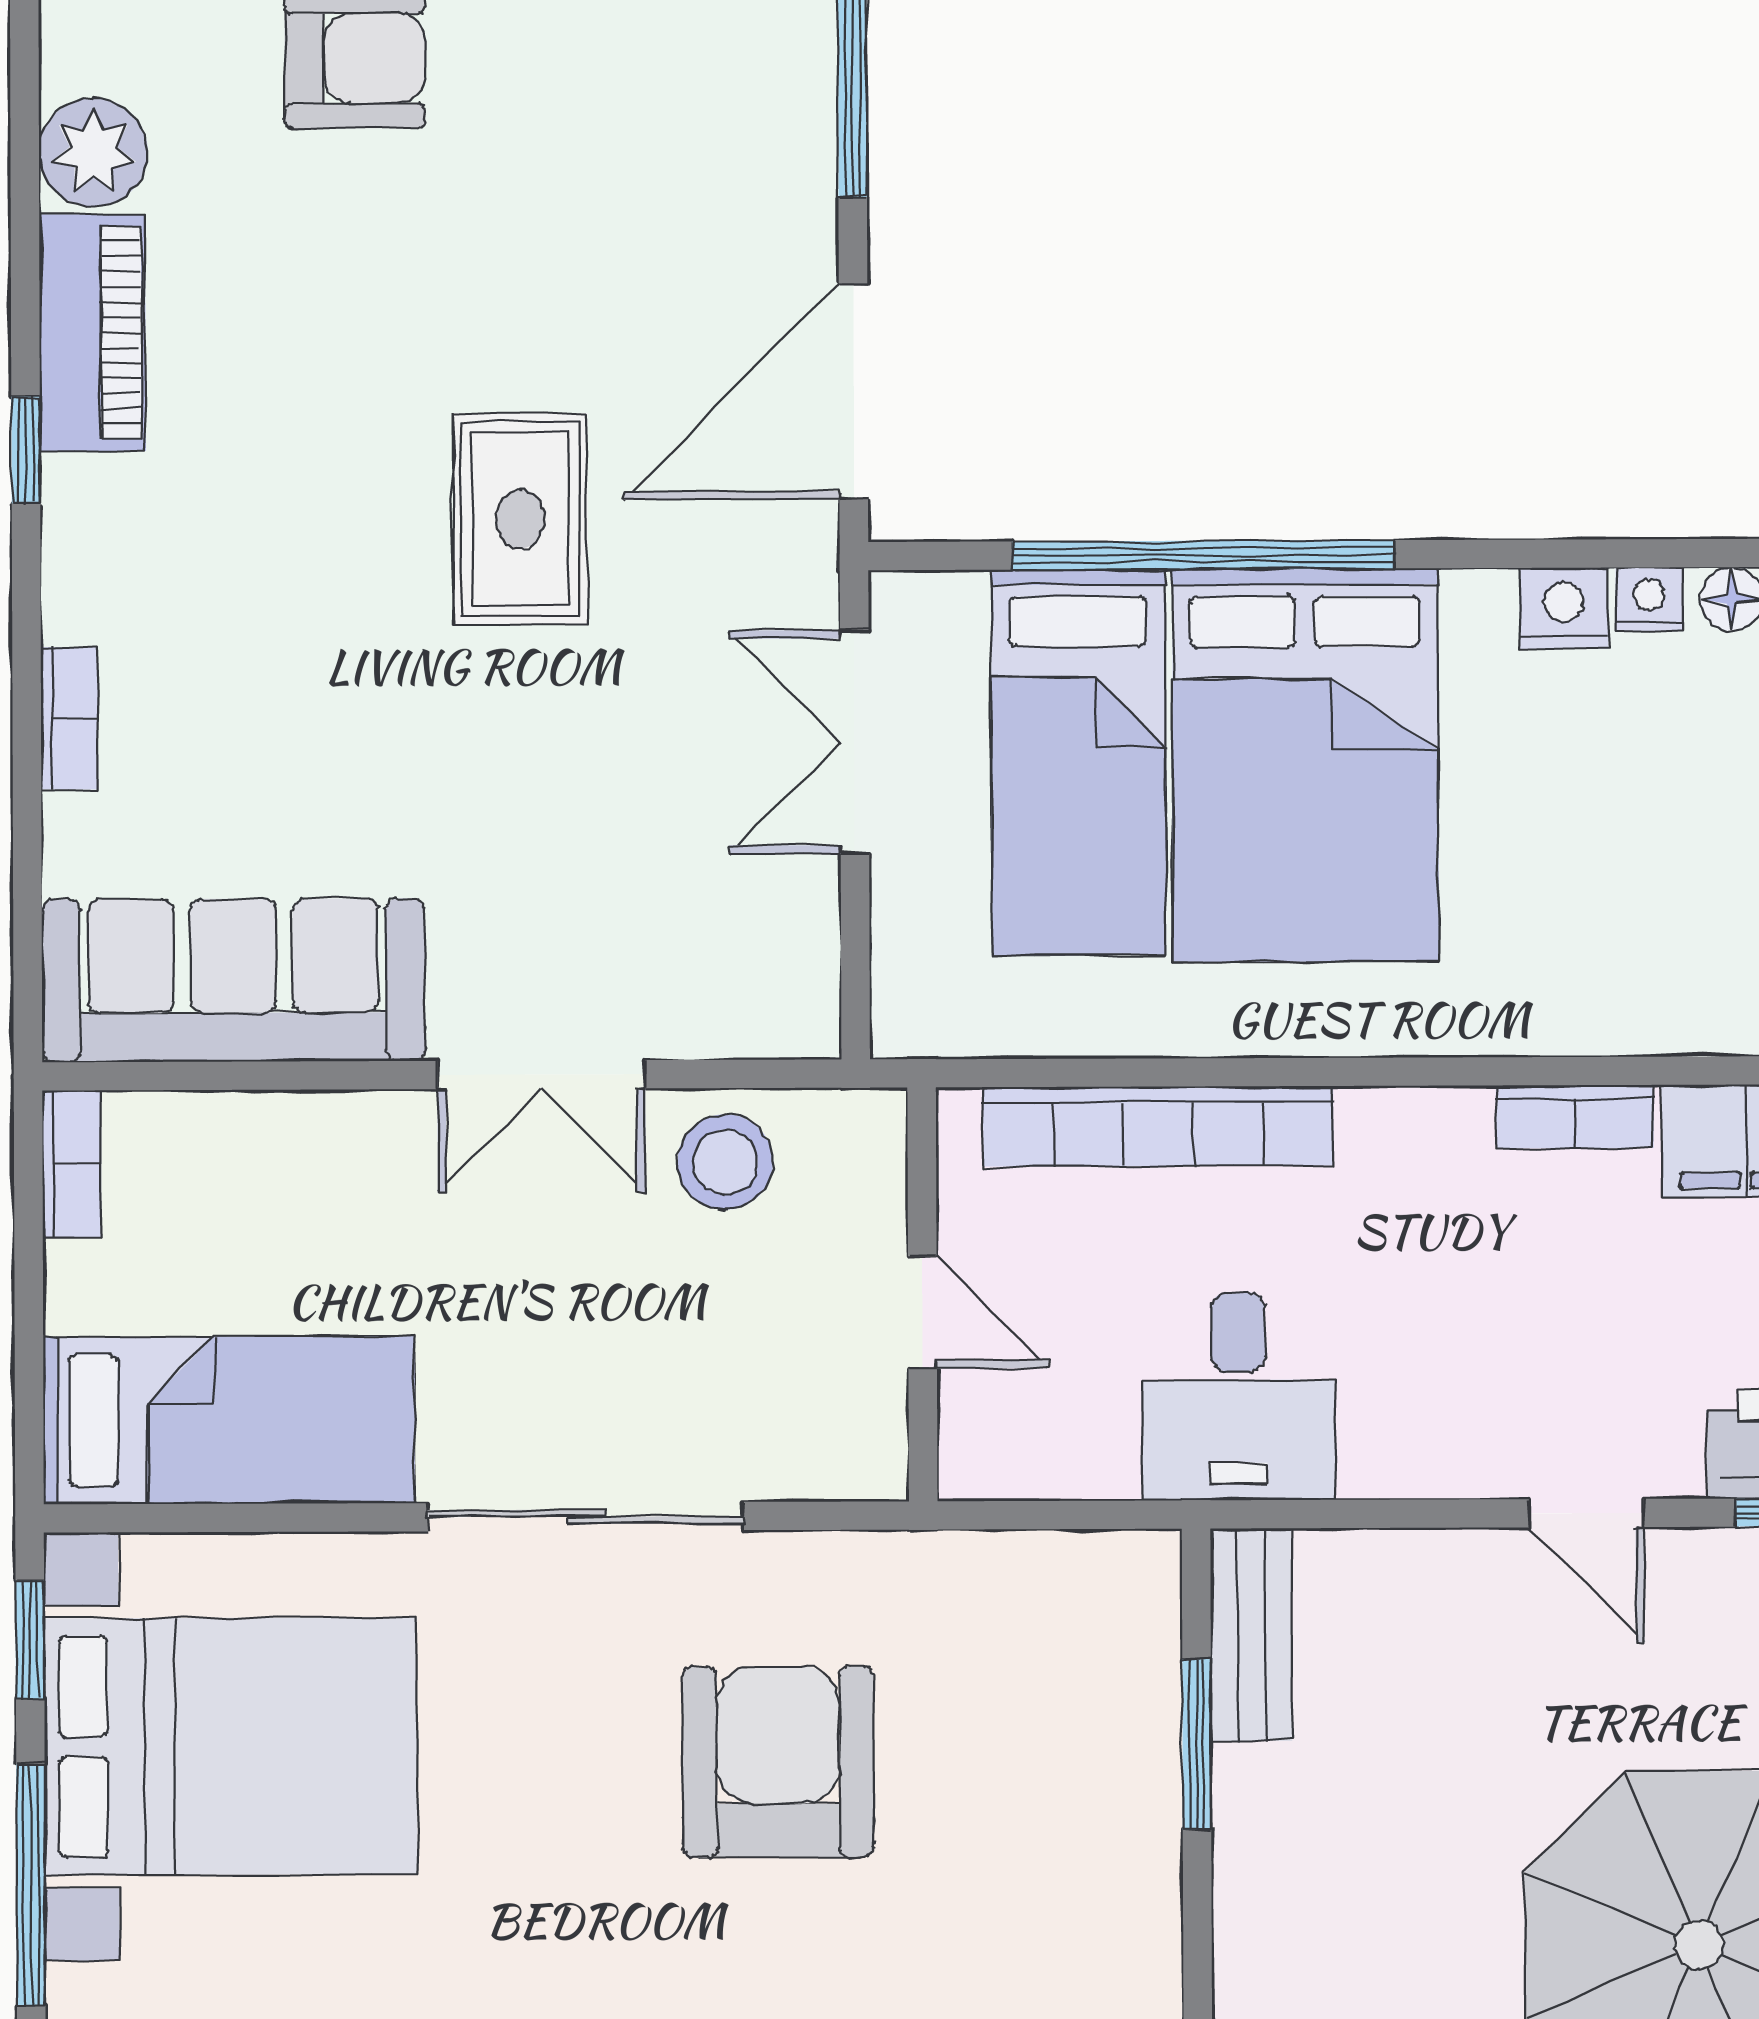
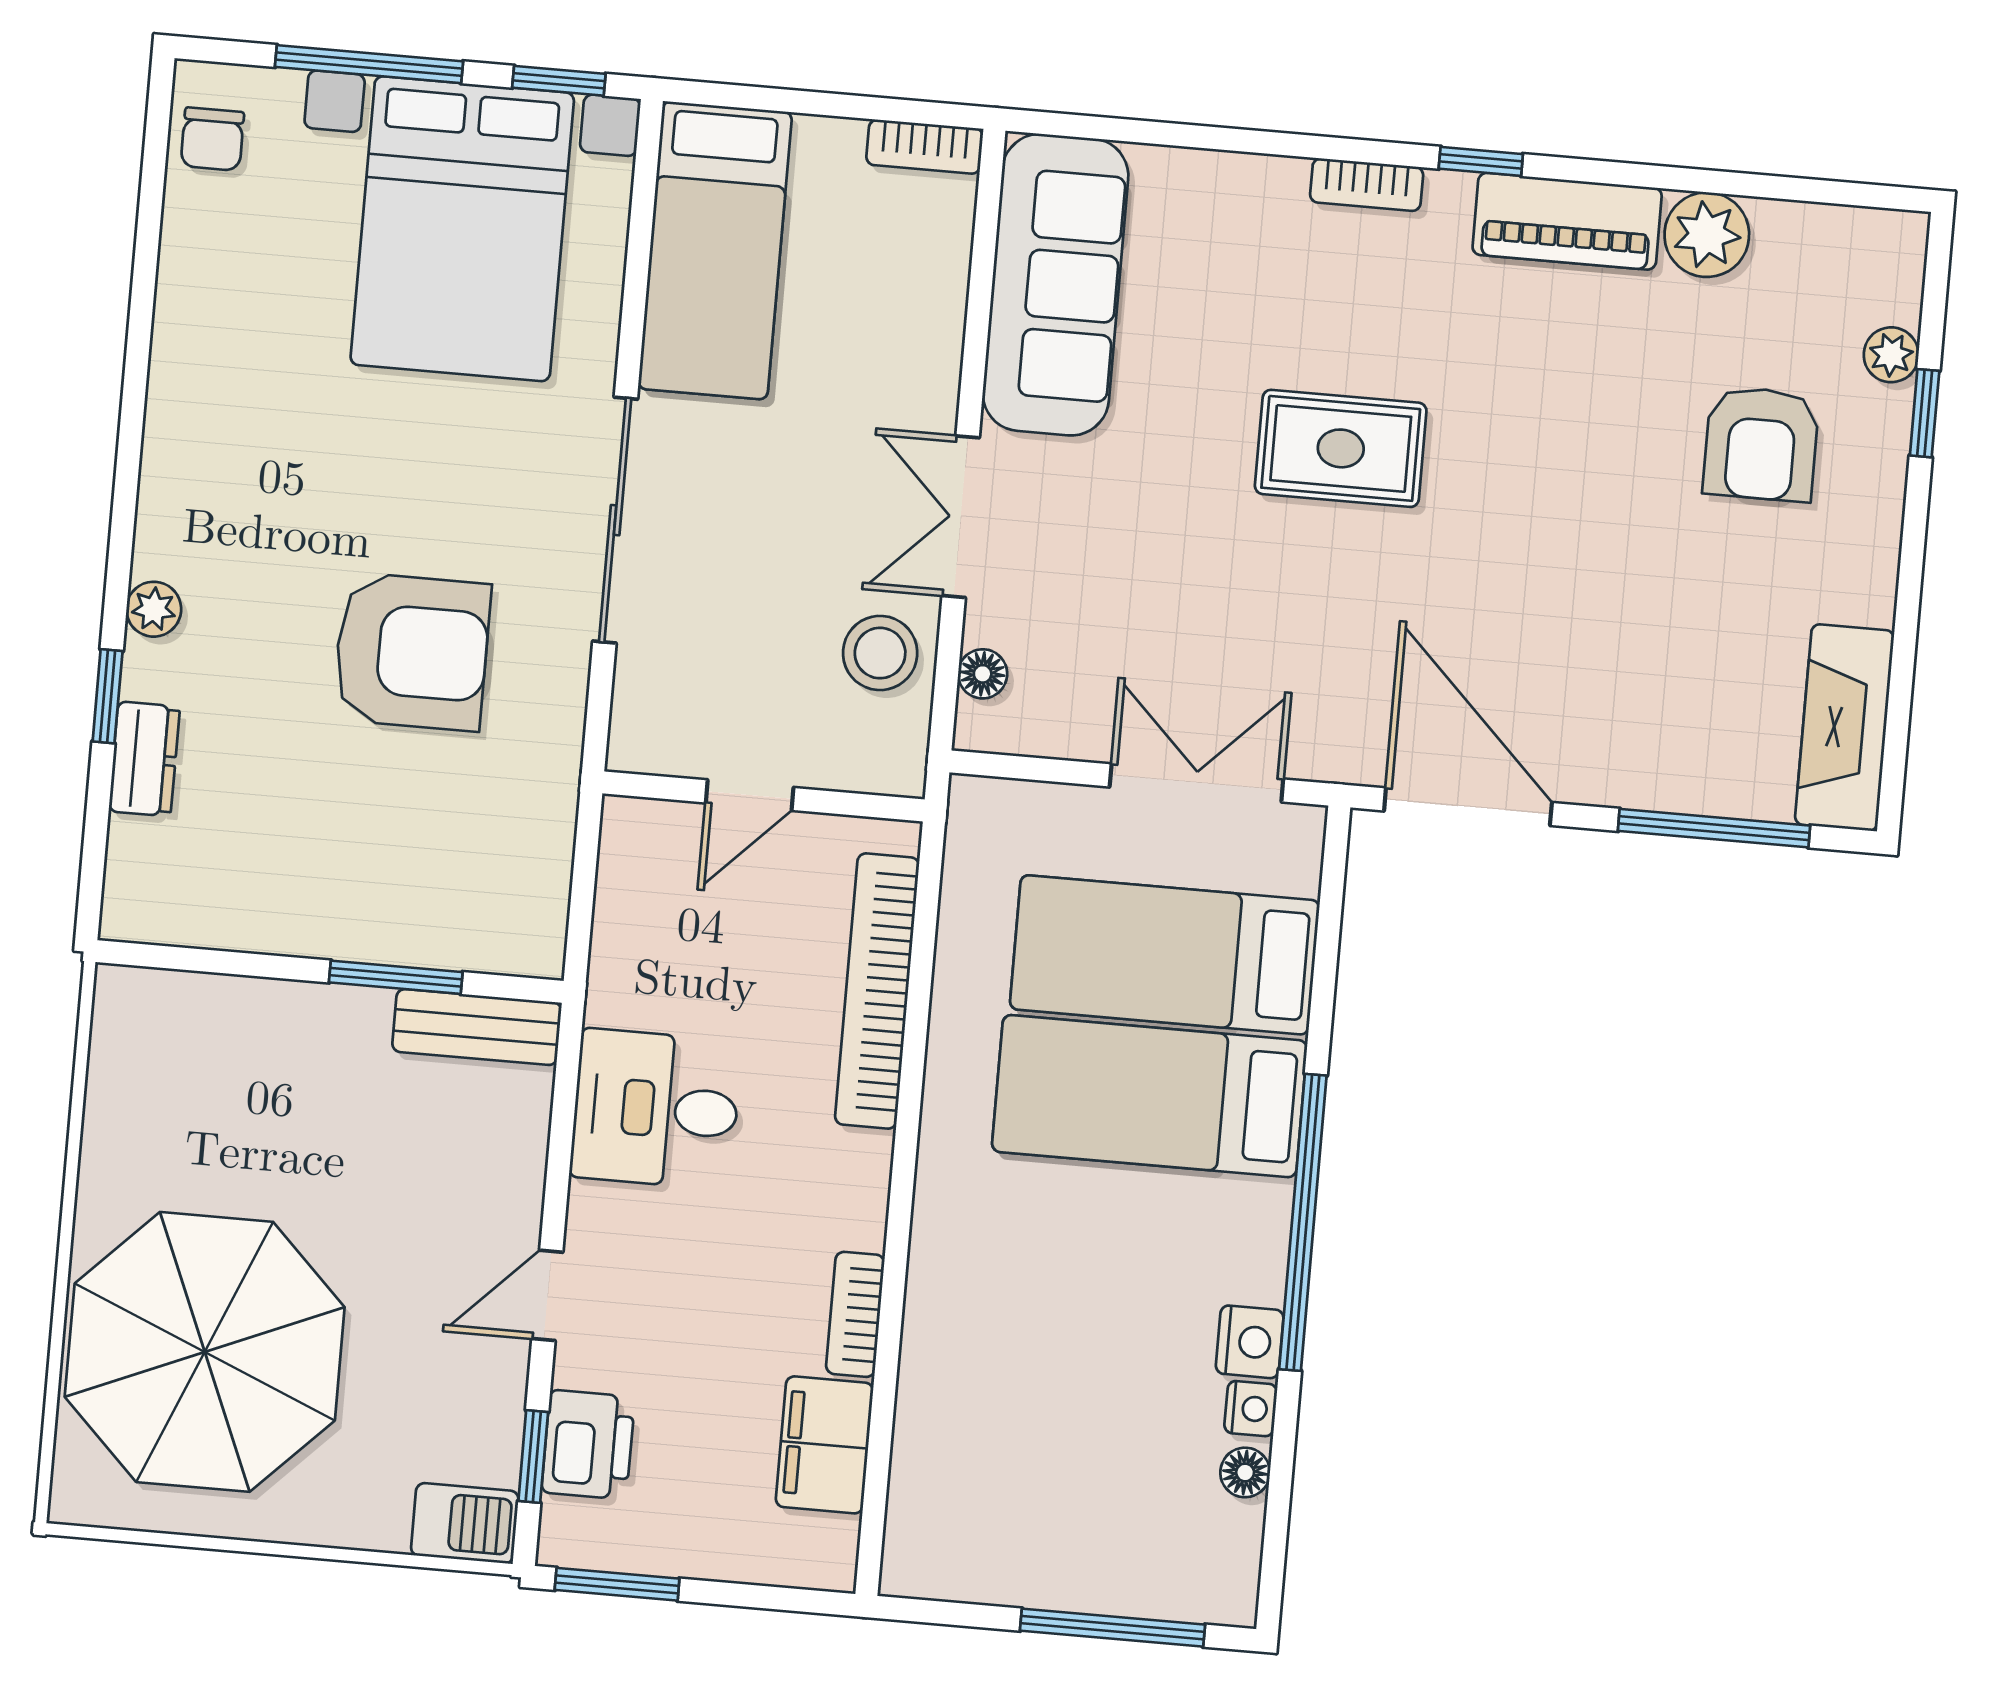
rug: (520, 519) -> (1341, 448), moved
window: (1203, 555) -> (1303, 1222), moved
bookcase: (69, 718) -> (1367, 185), moved
bed: (1305, 765) -> (1150, 1096), width x0.67
floor lamp: (740, 1028) -> (983, 674), added
desk: (1238, 1396) -> (656, 1109), moved

